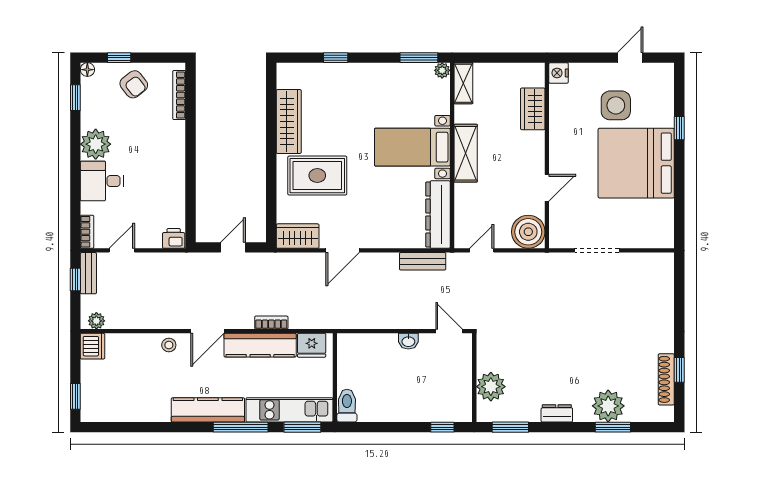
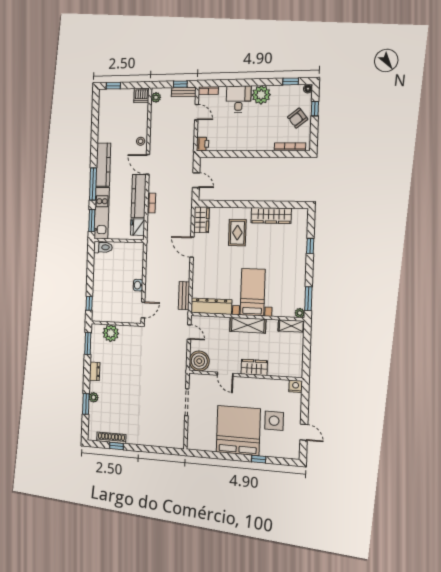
wardrobe: (533, 109) -> (254, 367), moved
rug: (317, 176) -> (237, 233), width x0.73, depth x0.70
plant: (608, 406) -> (94, 397), width x0.53, depth x0.53

